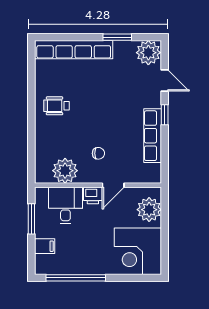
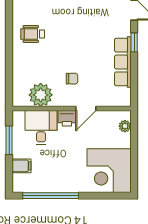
plant: (149, 210) -> (125, 126), width x0.53, depth x0.53

